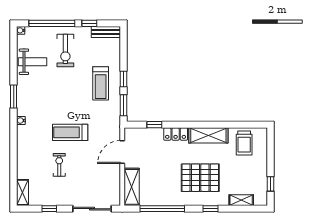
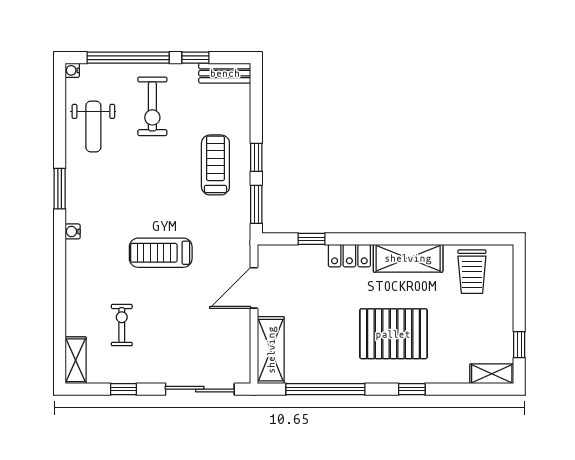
weight bench: (32, 62) -> (93, 126), turned 90
treadmill: (101, 83) -> (215, 165), turned 180
exercise bike: (59, 165) -> (122, 325), moved
shelving: (241, 200) -> (492, 374), moved

